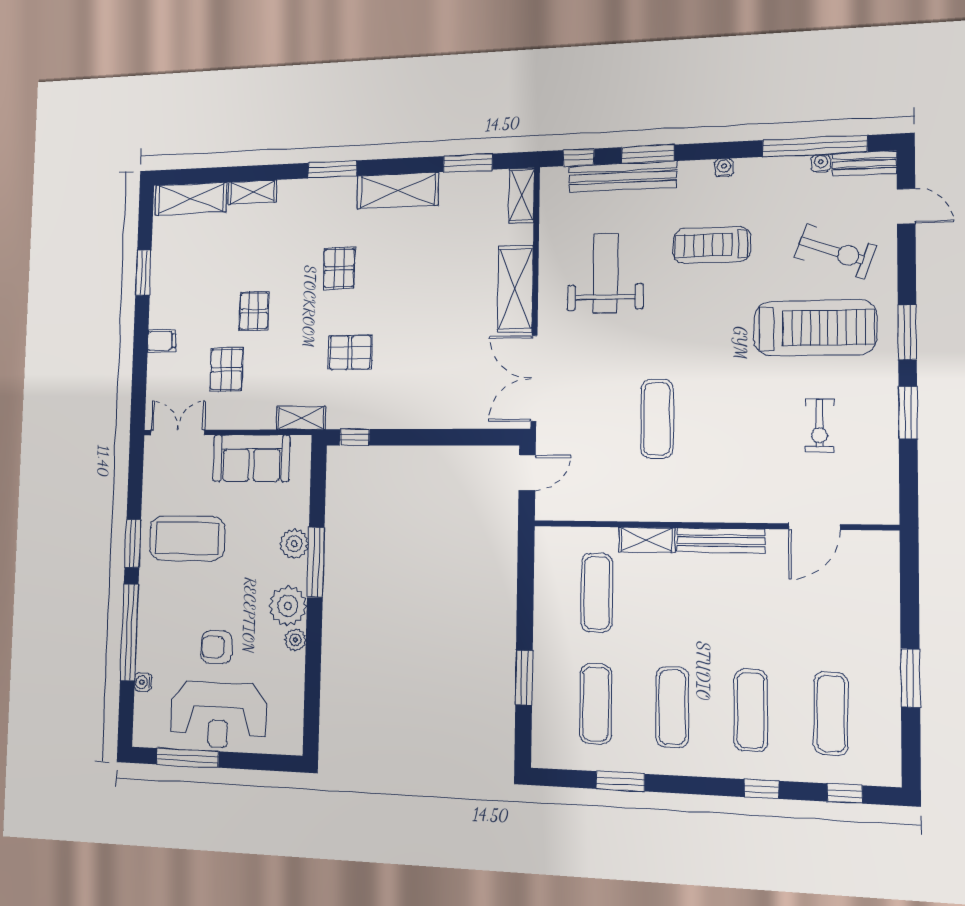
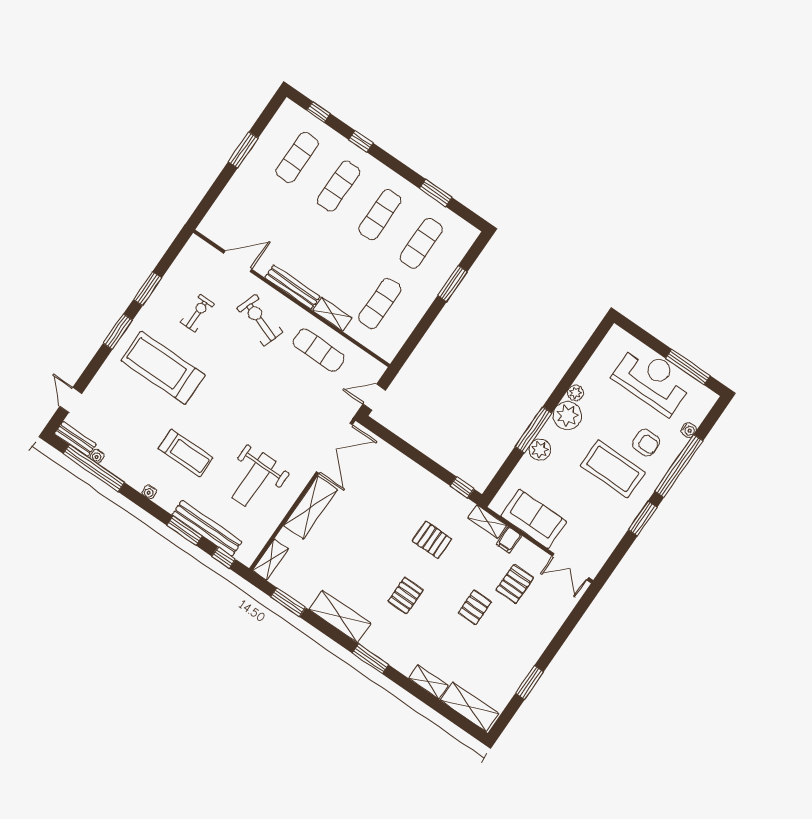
exercise bike: (835, 251) -> (260, 320), moved
filing cabinet: (162, 341) -> (509, 540), moved, turned -90
exercise mat: (657, 419) -> (319, 350), moved, turned 90
coffee table: (187, 538) -> (613, 469), moved
armchair: (217, 647) -> (646, 443), moved

